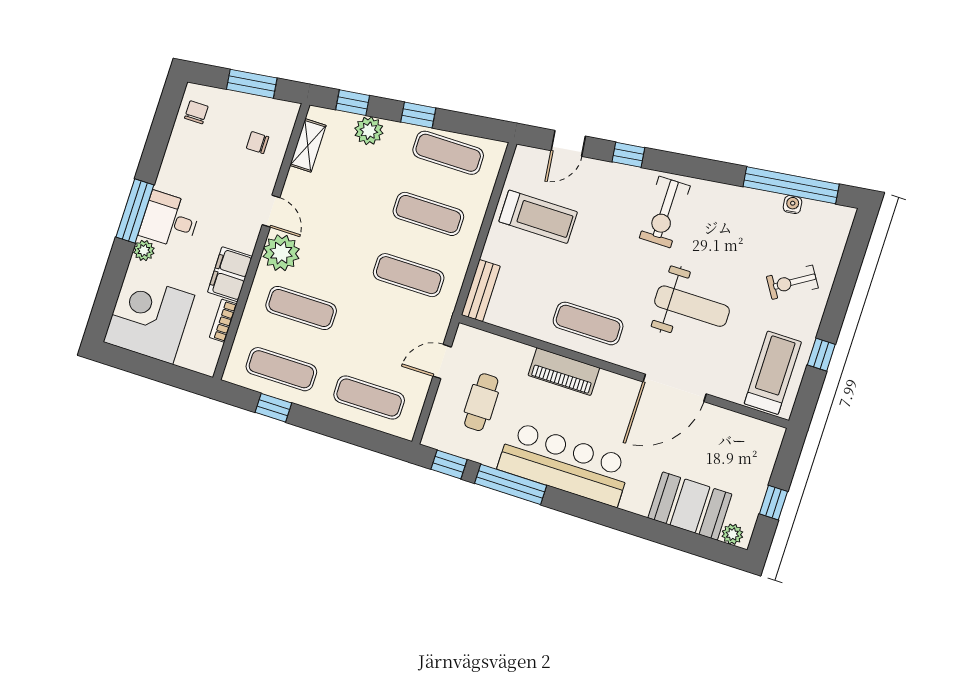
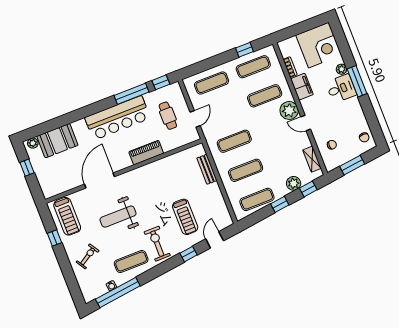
treadmill: (538, 217) -> (185, 217), moved, turned -90
bench: (481, 290) -> (207, 169), moved
exercise mat: (588, 323) -> (131, 262), moved

